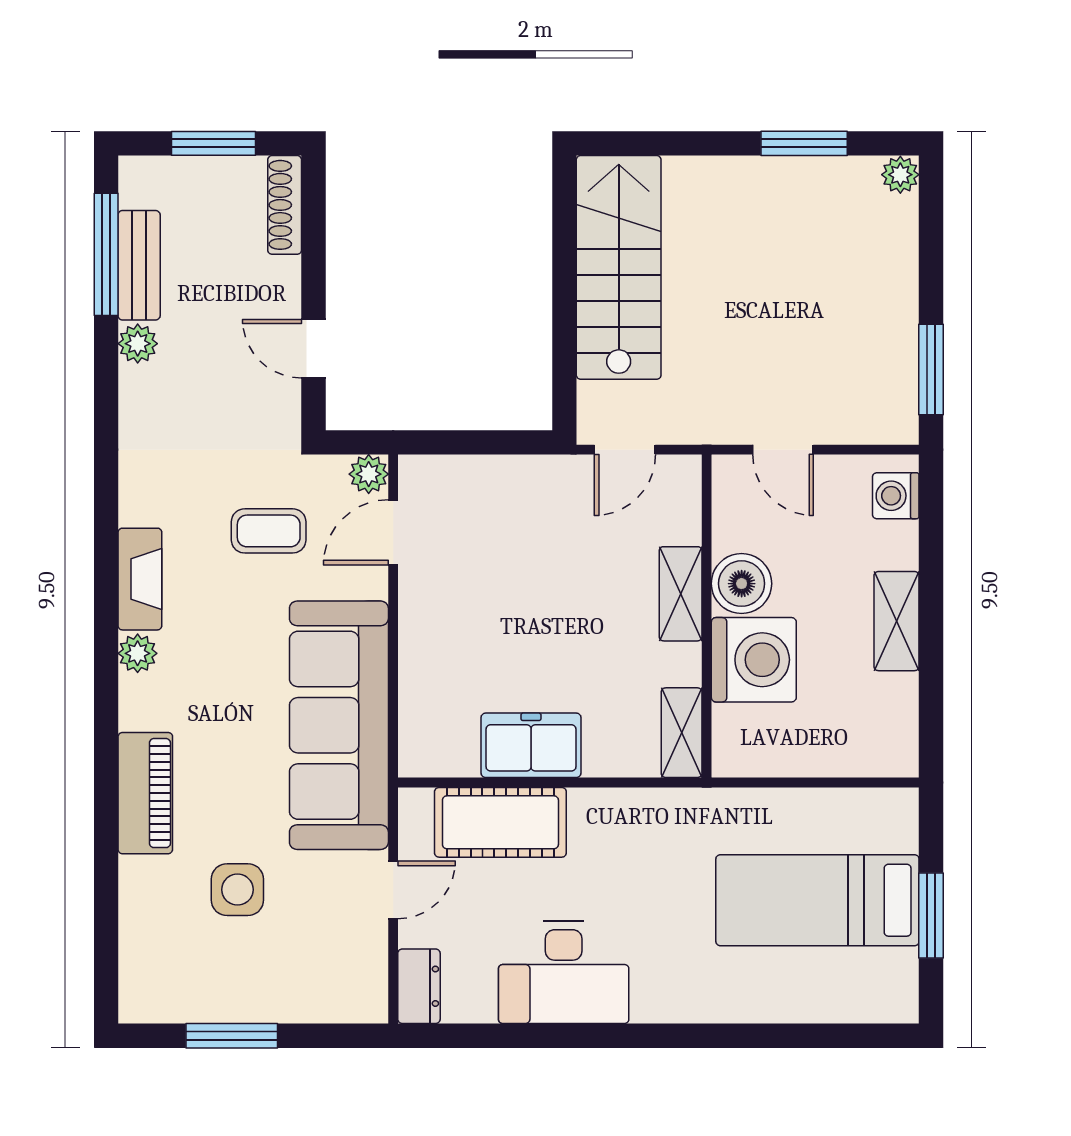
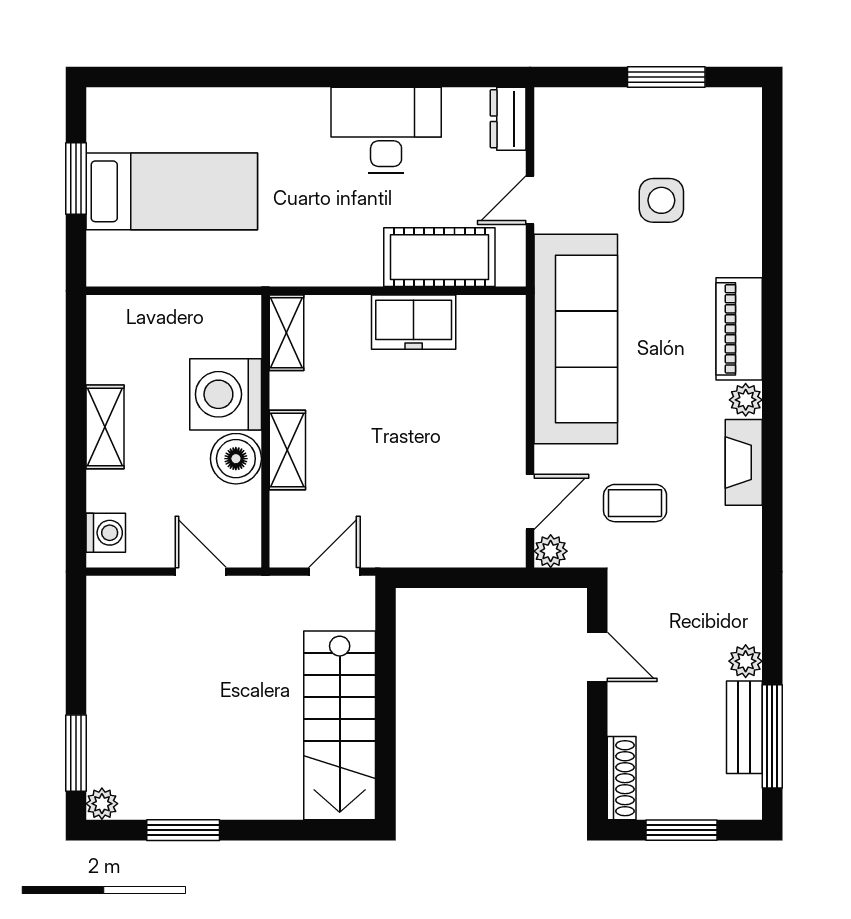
window: (931, 370) -> (76, 753), moved
piano: (145, 793) -> (739, 329), moved

